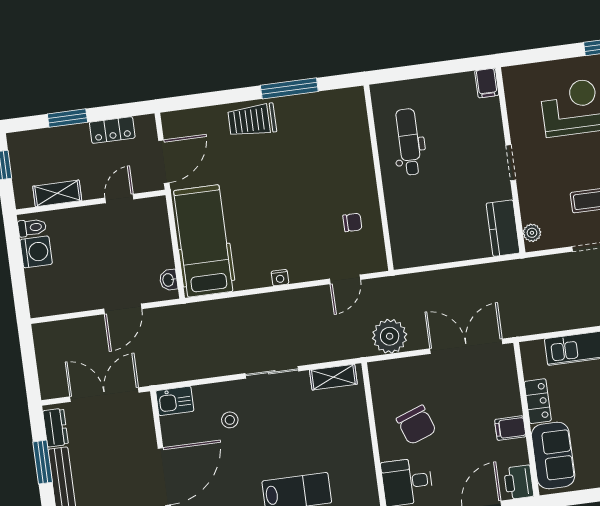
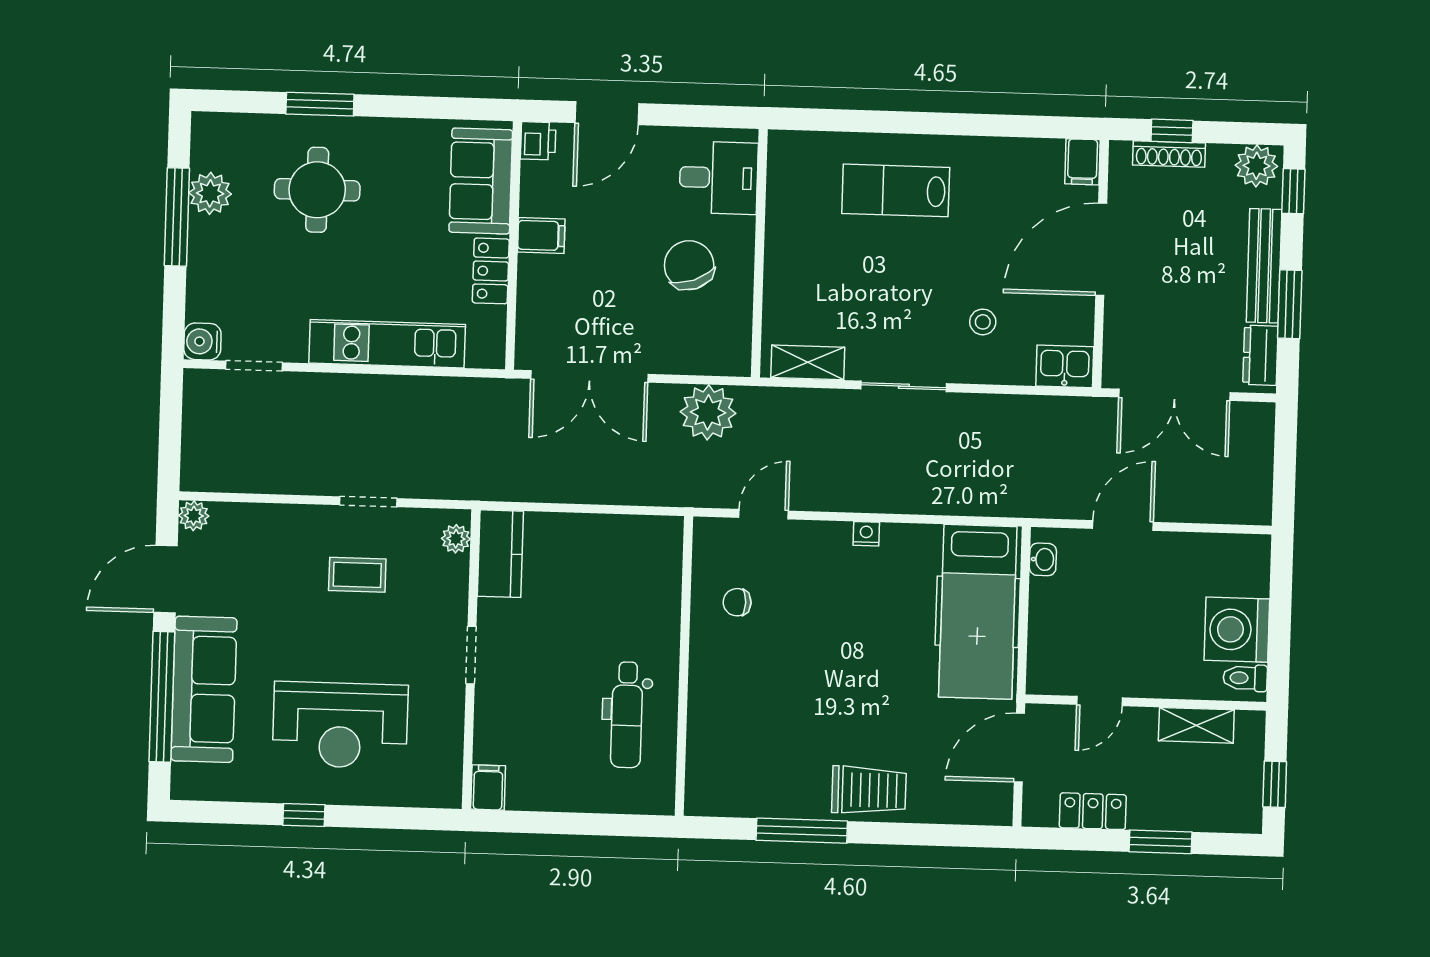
washing machine: (36, 252) -> (1237, 630), width x1.37, depth x1.37
printer: (519, 482) -> (538, 141), width x0.73, depth x0.81

